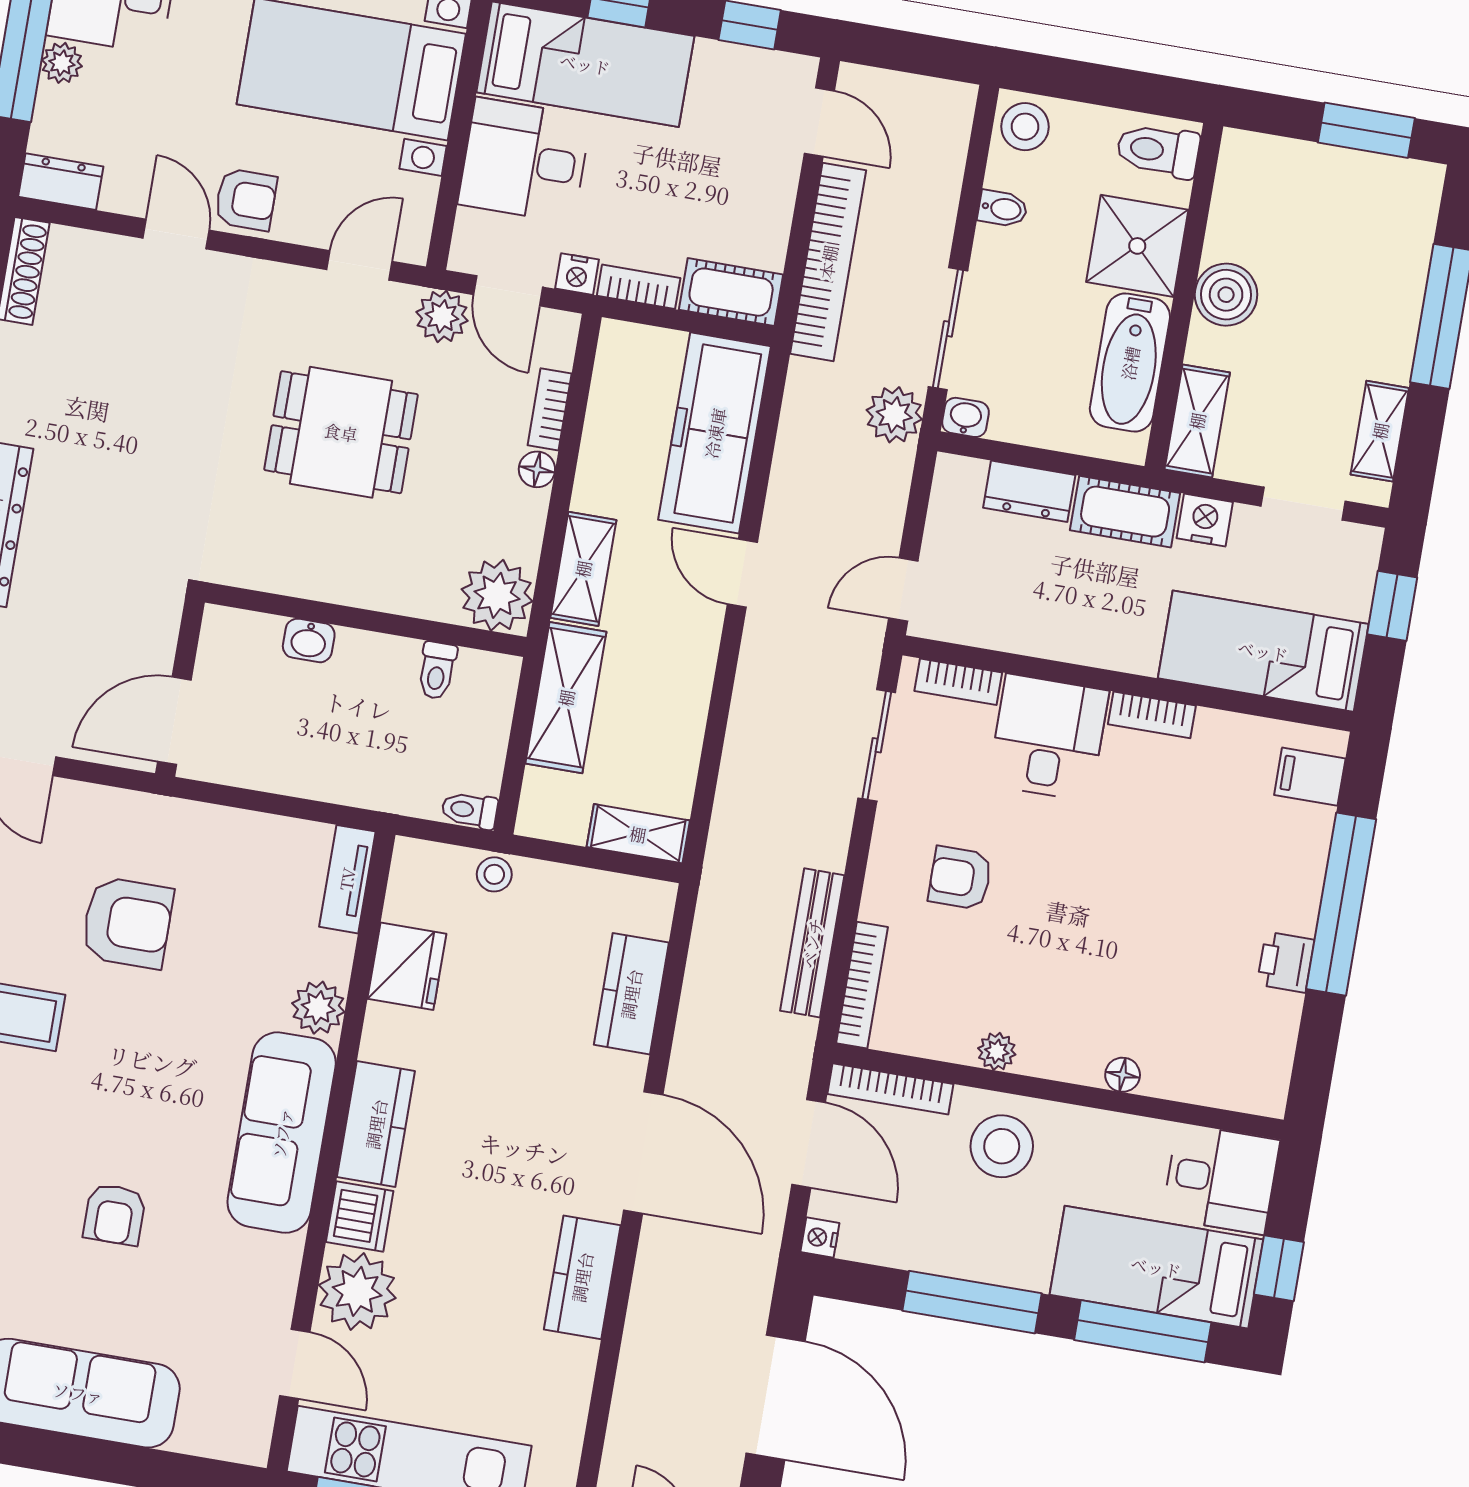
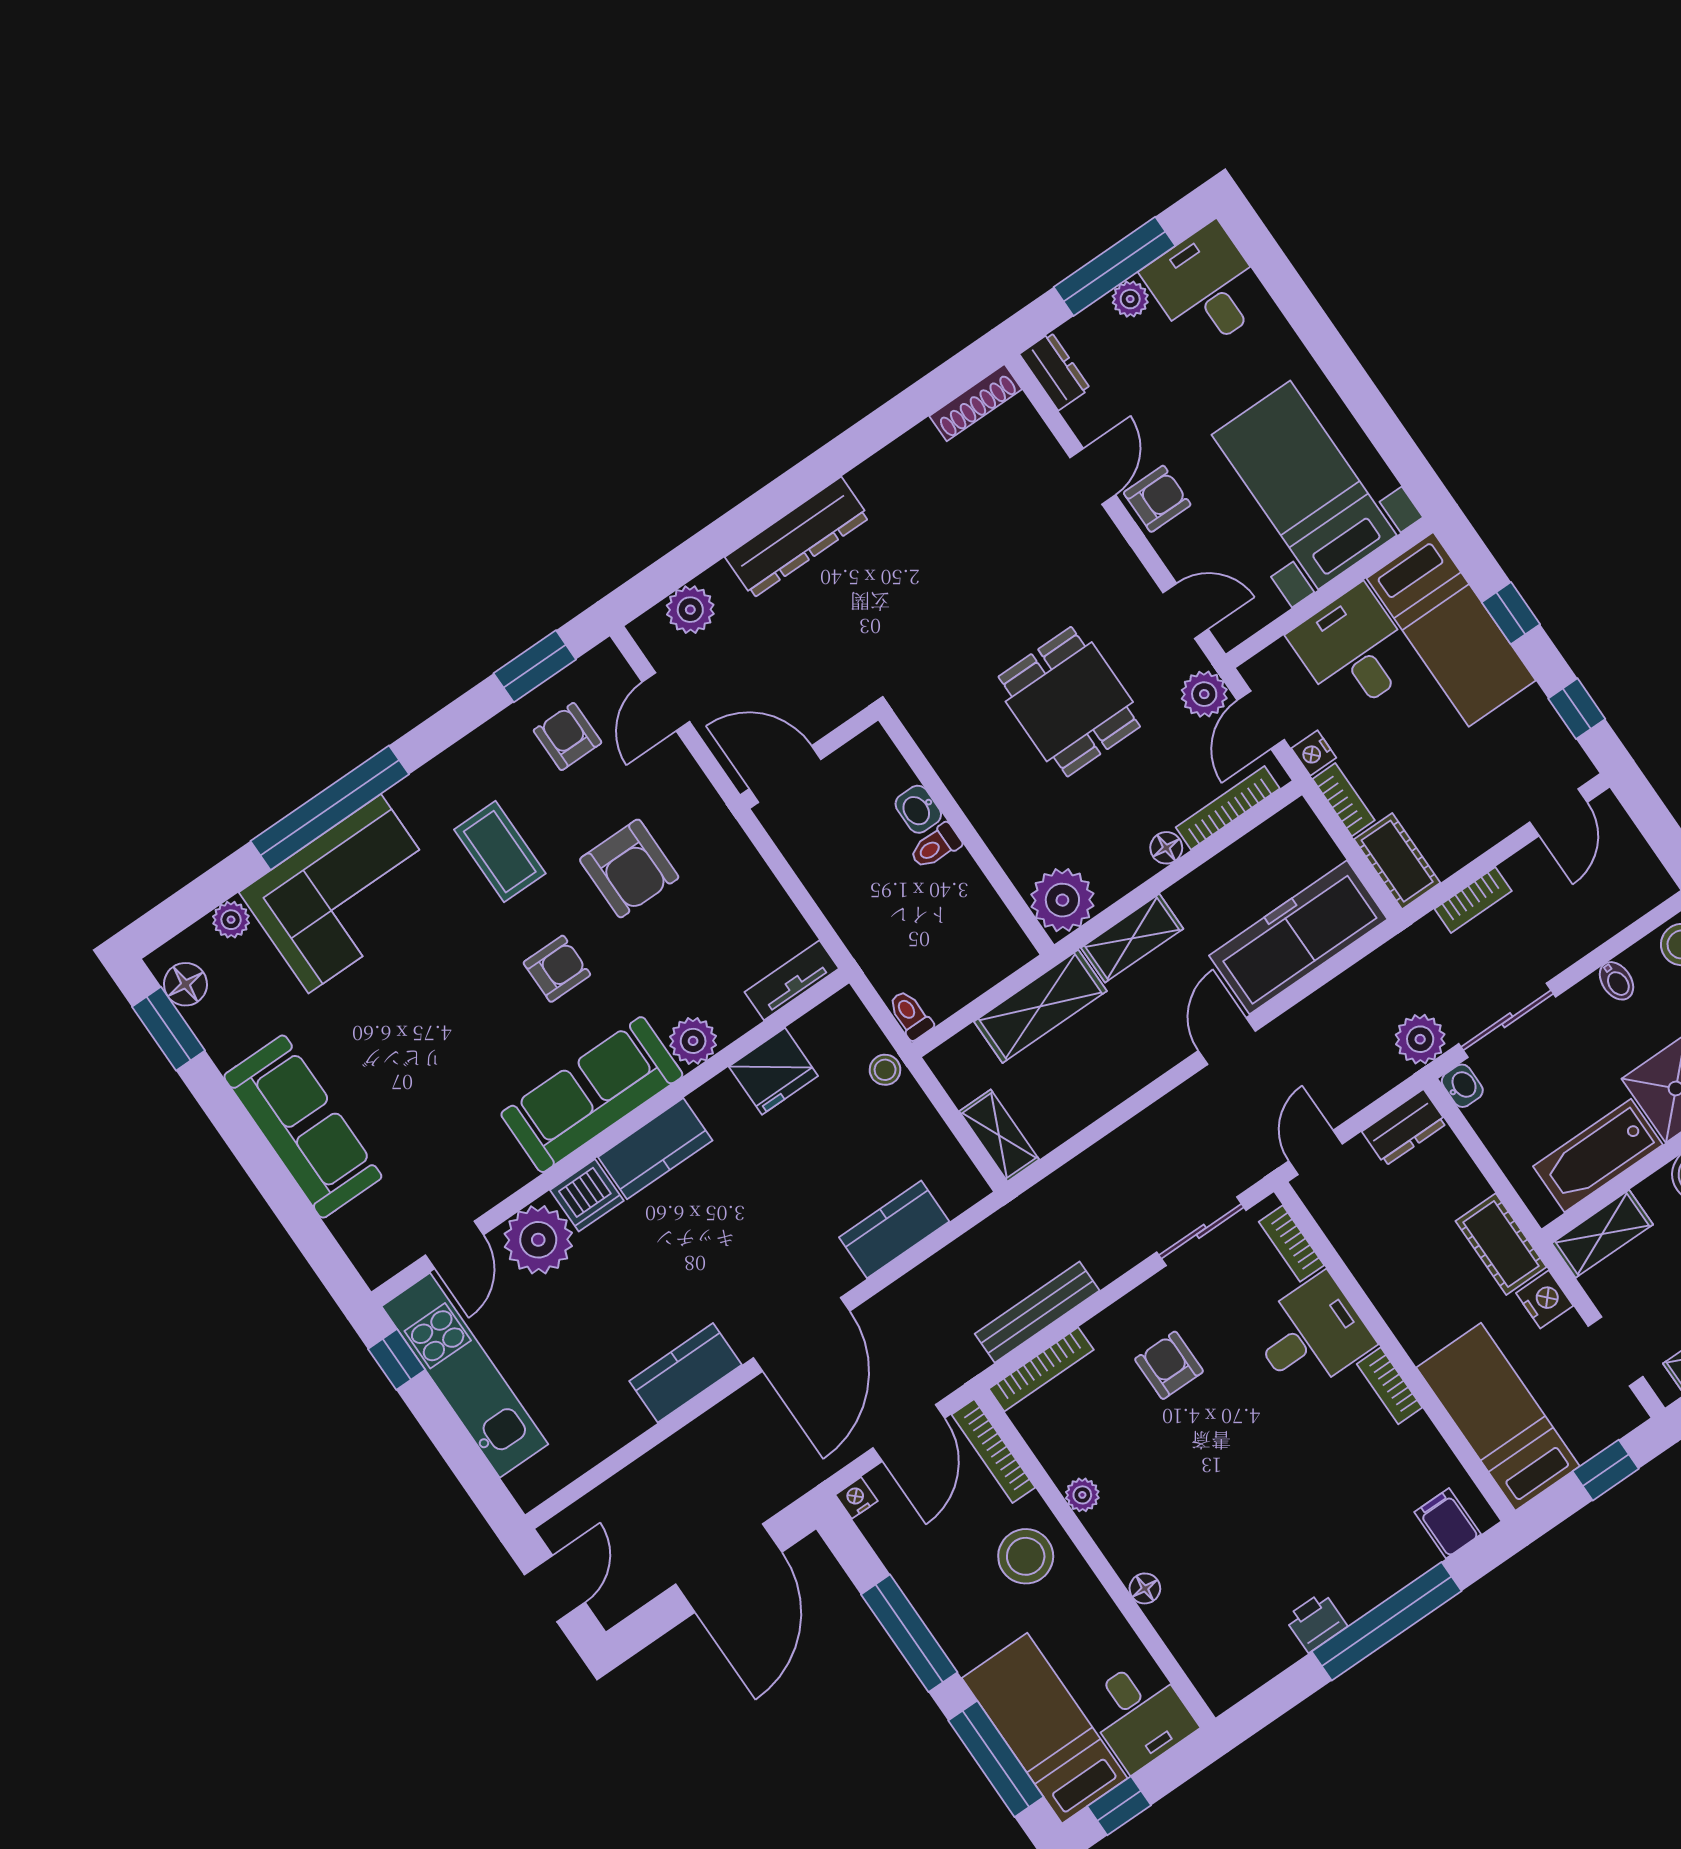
armchair: (246, 200) -> (1157, 499), turned -90
bookcase: (828, 262) -> (1473, 900), width x0.43, depth x0.76
bookcase: (550, 409) -> (1228, 808), width x1.56
dresser: (1029, 491) -> (1404, 1128), moved, turned -90
door: (903, 590) -> (1316, 1152), hinge flipped
toilet: (437, 670) -> (935, 846), moved
armchair: (115, 1214) -> (557, 969), moved, turned 180

